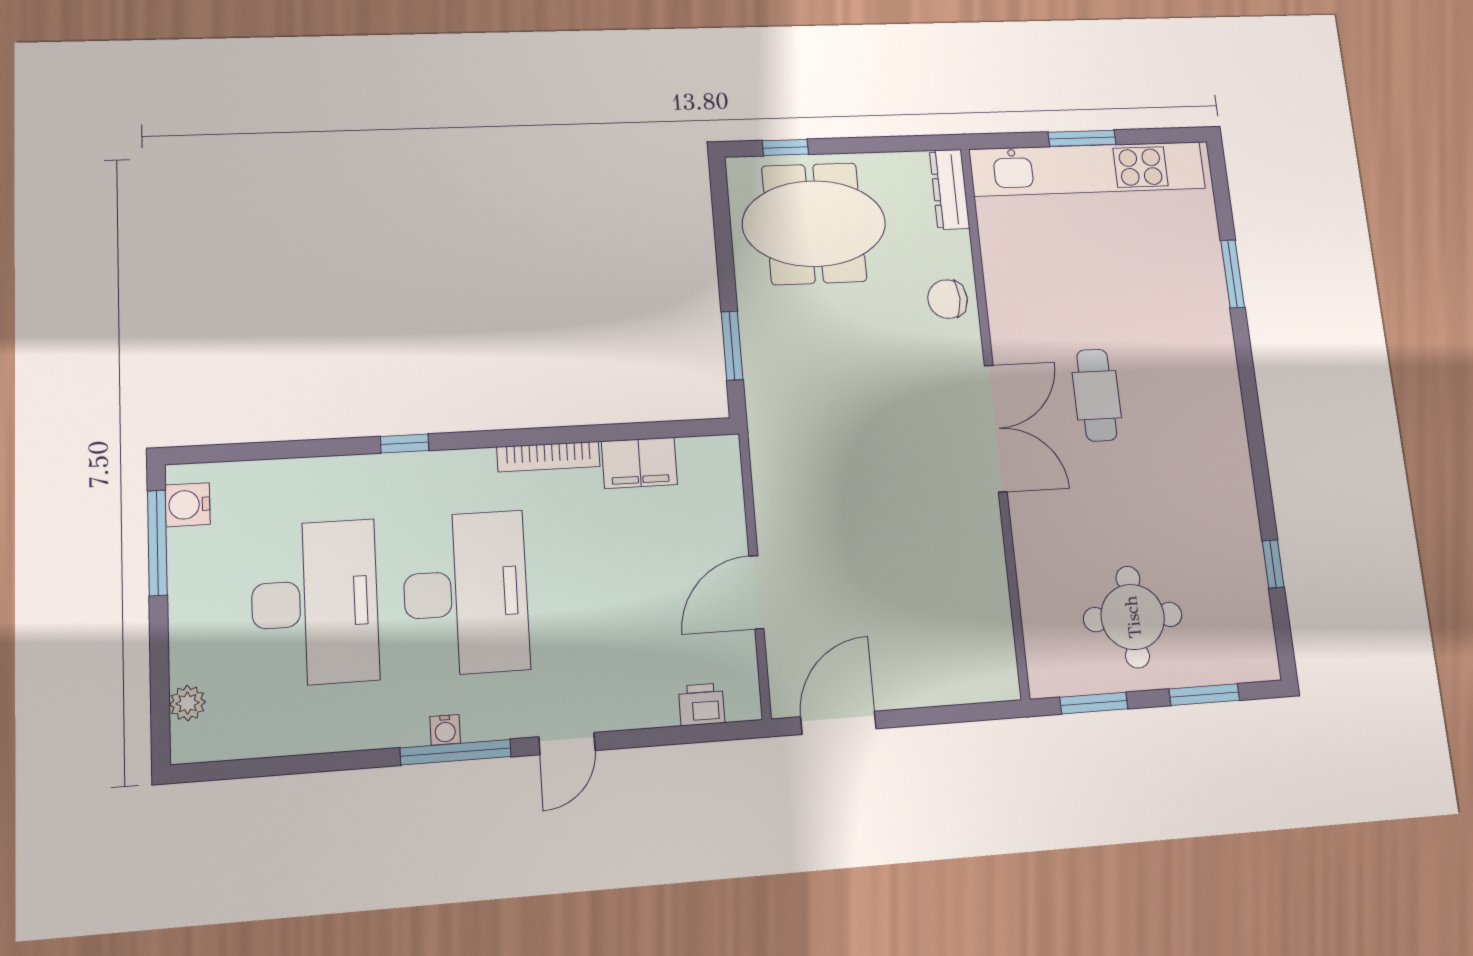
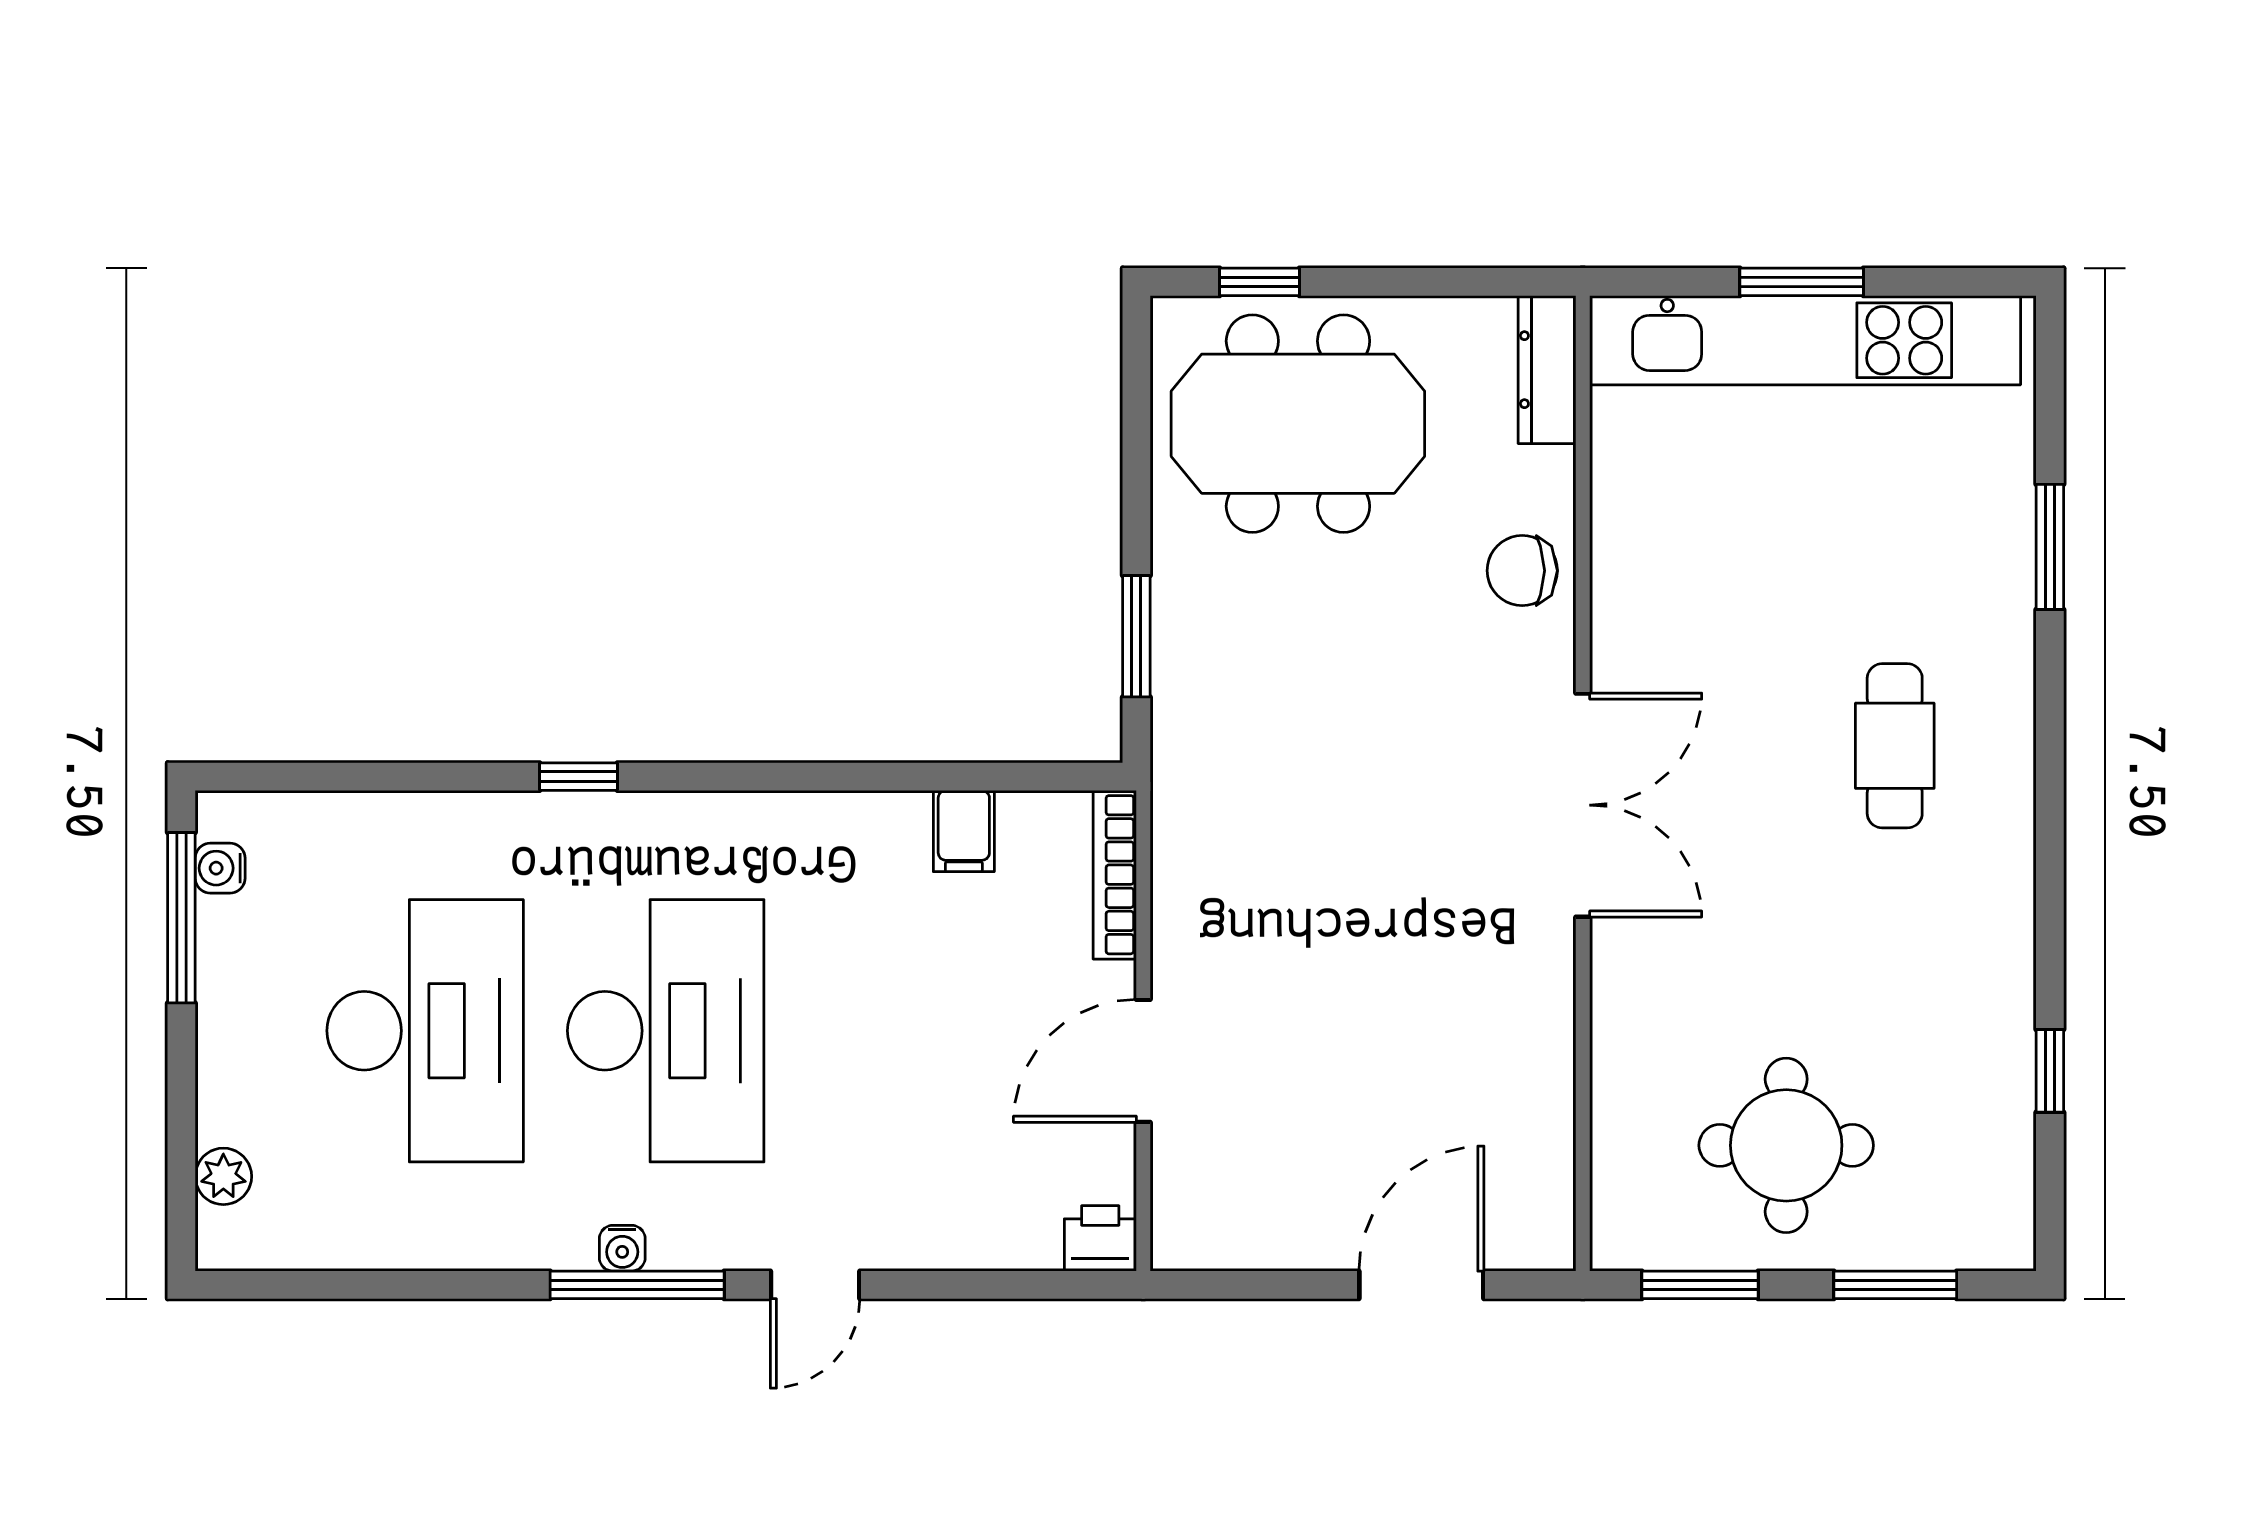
cafe table: (1097, 395) -> (1895, 746), moved
bookcase: (548, 457) -> (1115, 875), moved, turned 90
filing cabinet: (639, 463) -> (964, 831), width x0.50
water cooler: (188, 505) -> (220, 868), width x0.72, depth x0.72
printer: (701, 704) -> (1100, 1238), moved
door: (838, 723) -> (1421, 1285), moved

